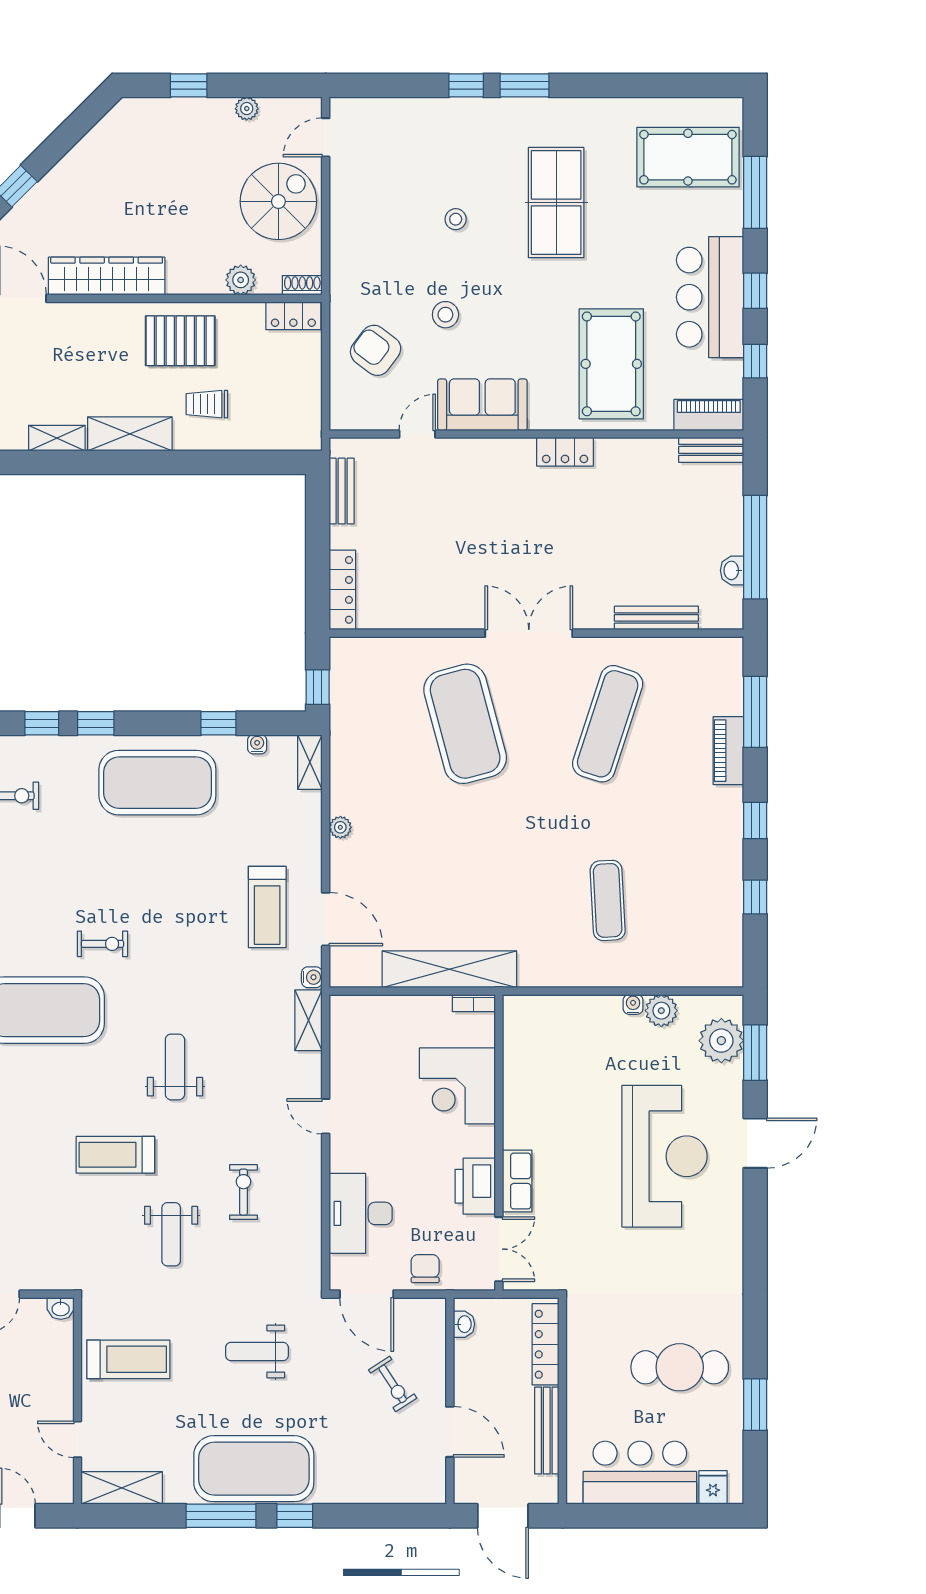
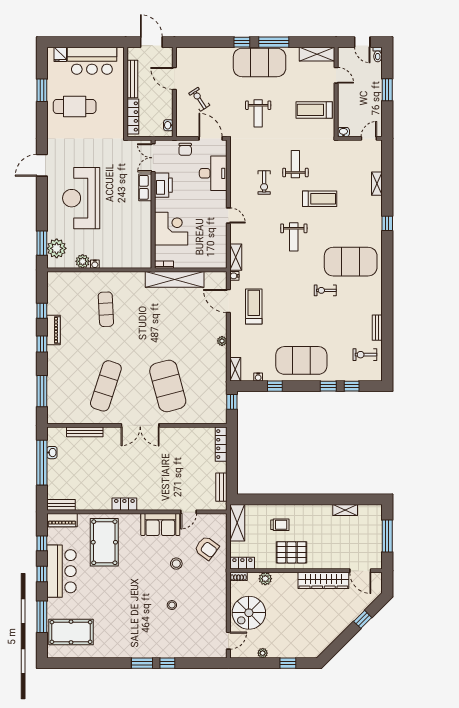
table tennis table: (556, 203) -> (128, 612), removed
shelving: (130, 434) -> (237, 523), moved, turned 90
piano: (728, 751) -> (53, 330), moved
door: (755, 1143) -> (42, 165), moved
weight bench: (257, 1351) -> (258, 113), turned 90

